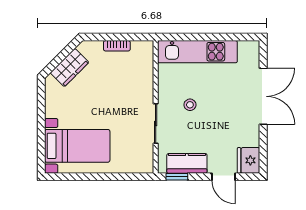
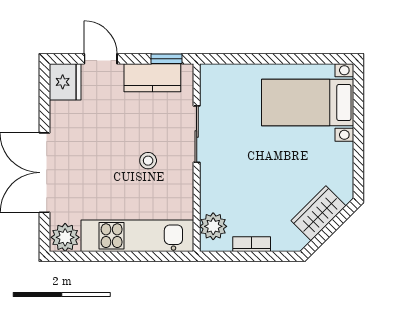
plant: (249, 50) -> (65, 237), added
plant: (144, 58) -> (213, 226), added

